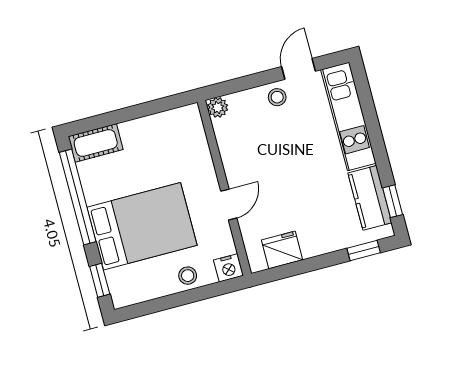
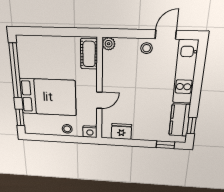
cot: (96, 143) -> (89, 54), moved, turned 90

